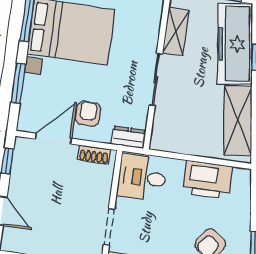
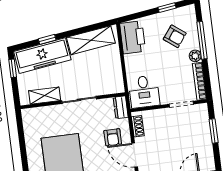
armchair: (88, 114) -> (113, 137), turned -90
printer: (208, 180) -> (133, 37), moved

